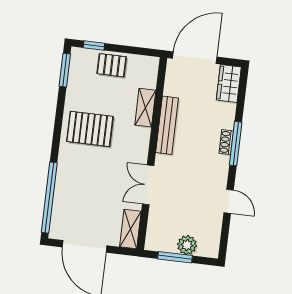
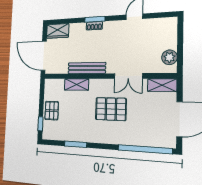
window: (65, 70) -> (76, 144), moved
pallet: (90, 129) -> (111, 109), moved, turned 90
window: (236, 144) -> (95, 19), width x0.69
plant: (187, 245) -> (169, 57), moved
window: (175, 257) -> (180, 49), removed

